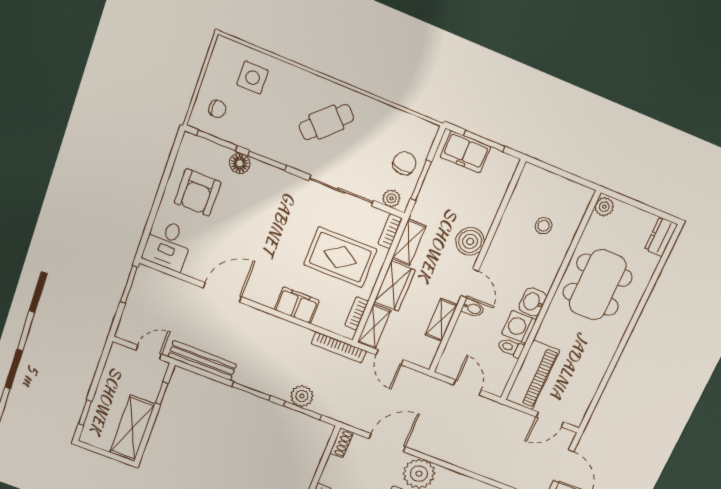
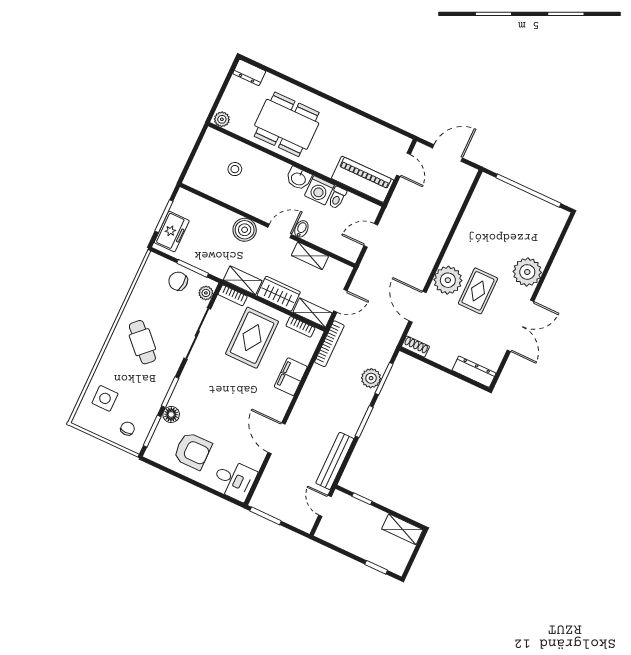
shelving: (132, 428) -> (402, 529), width x0.67, depth x0.75

